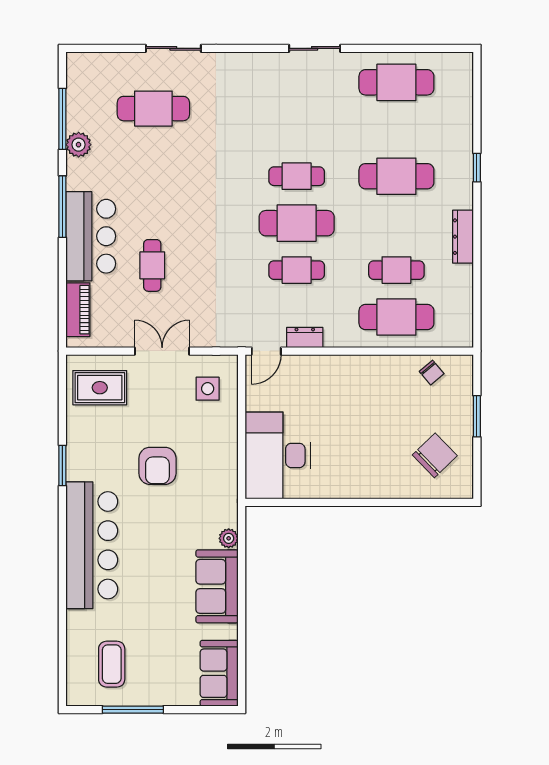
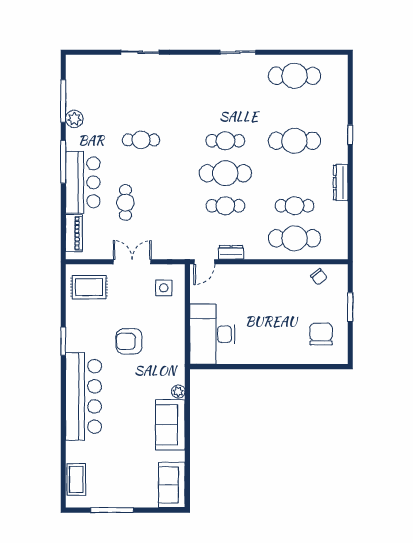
cafe table: (153, 109) -> (141, 140), moved, width x0.73, depth x0.74
chair: (435, 455) -> (321, 334), turned -46
armchair: (157, 466) -> (129, 341), turned 90
coffee table: (112, 664) -> (76, 479), moved

